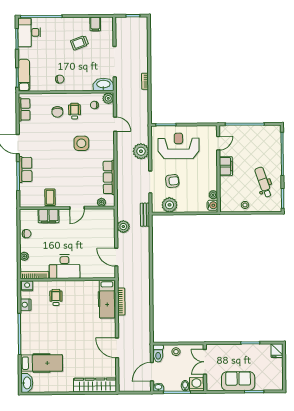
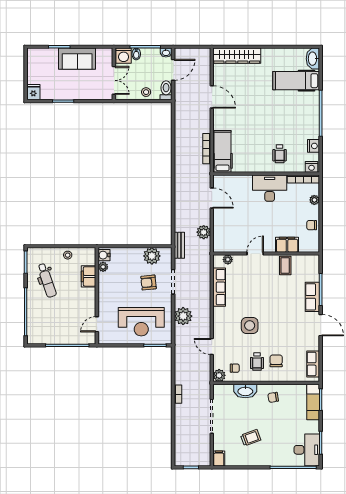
filing cabinet: (95, 24) -> (219, 459), moved
washbasin: (103, 84) -> (245, 391), moved
filing cabinet: (226, 166) -> (89, 276), moved

